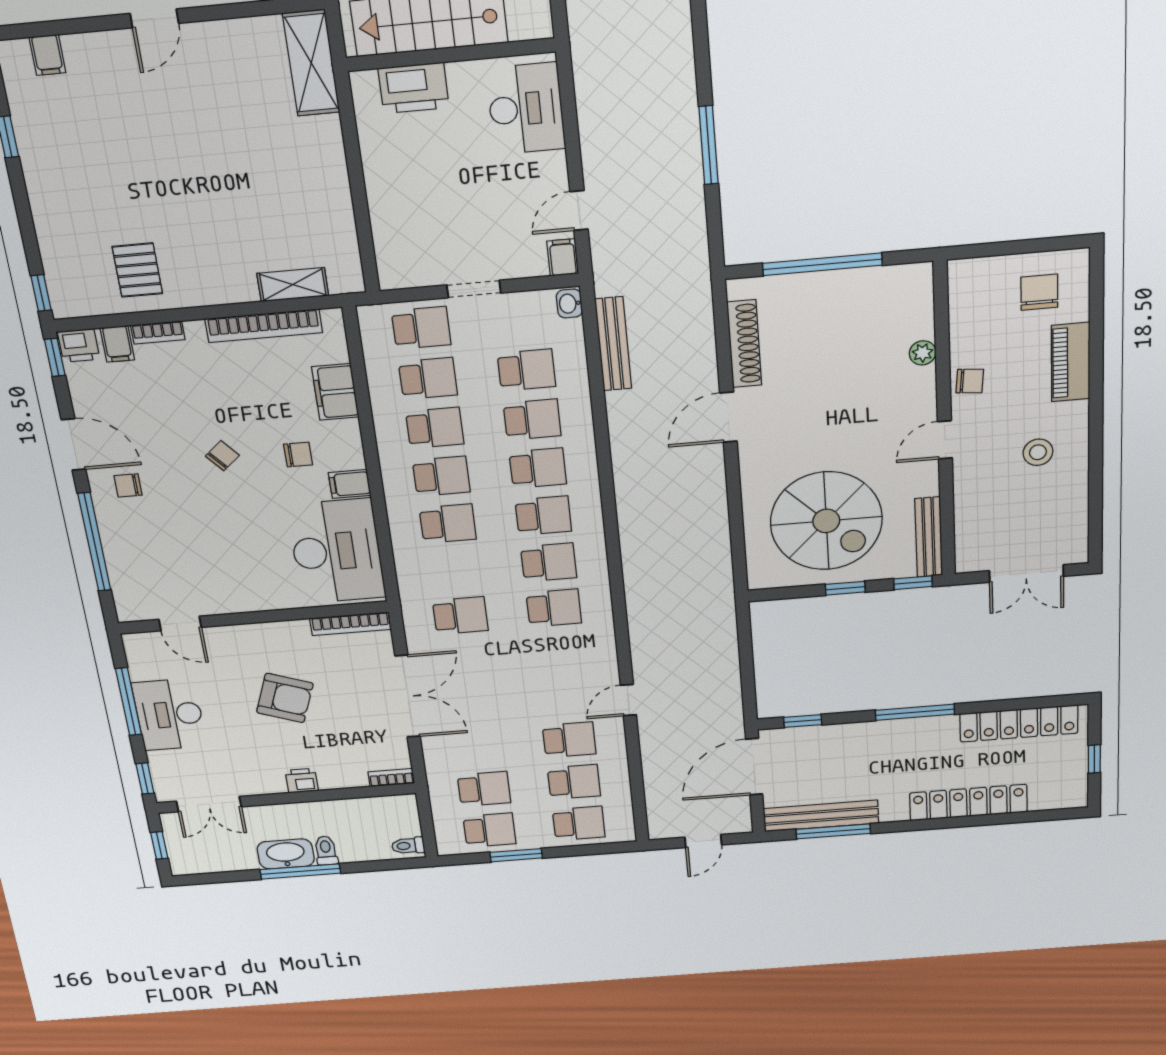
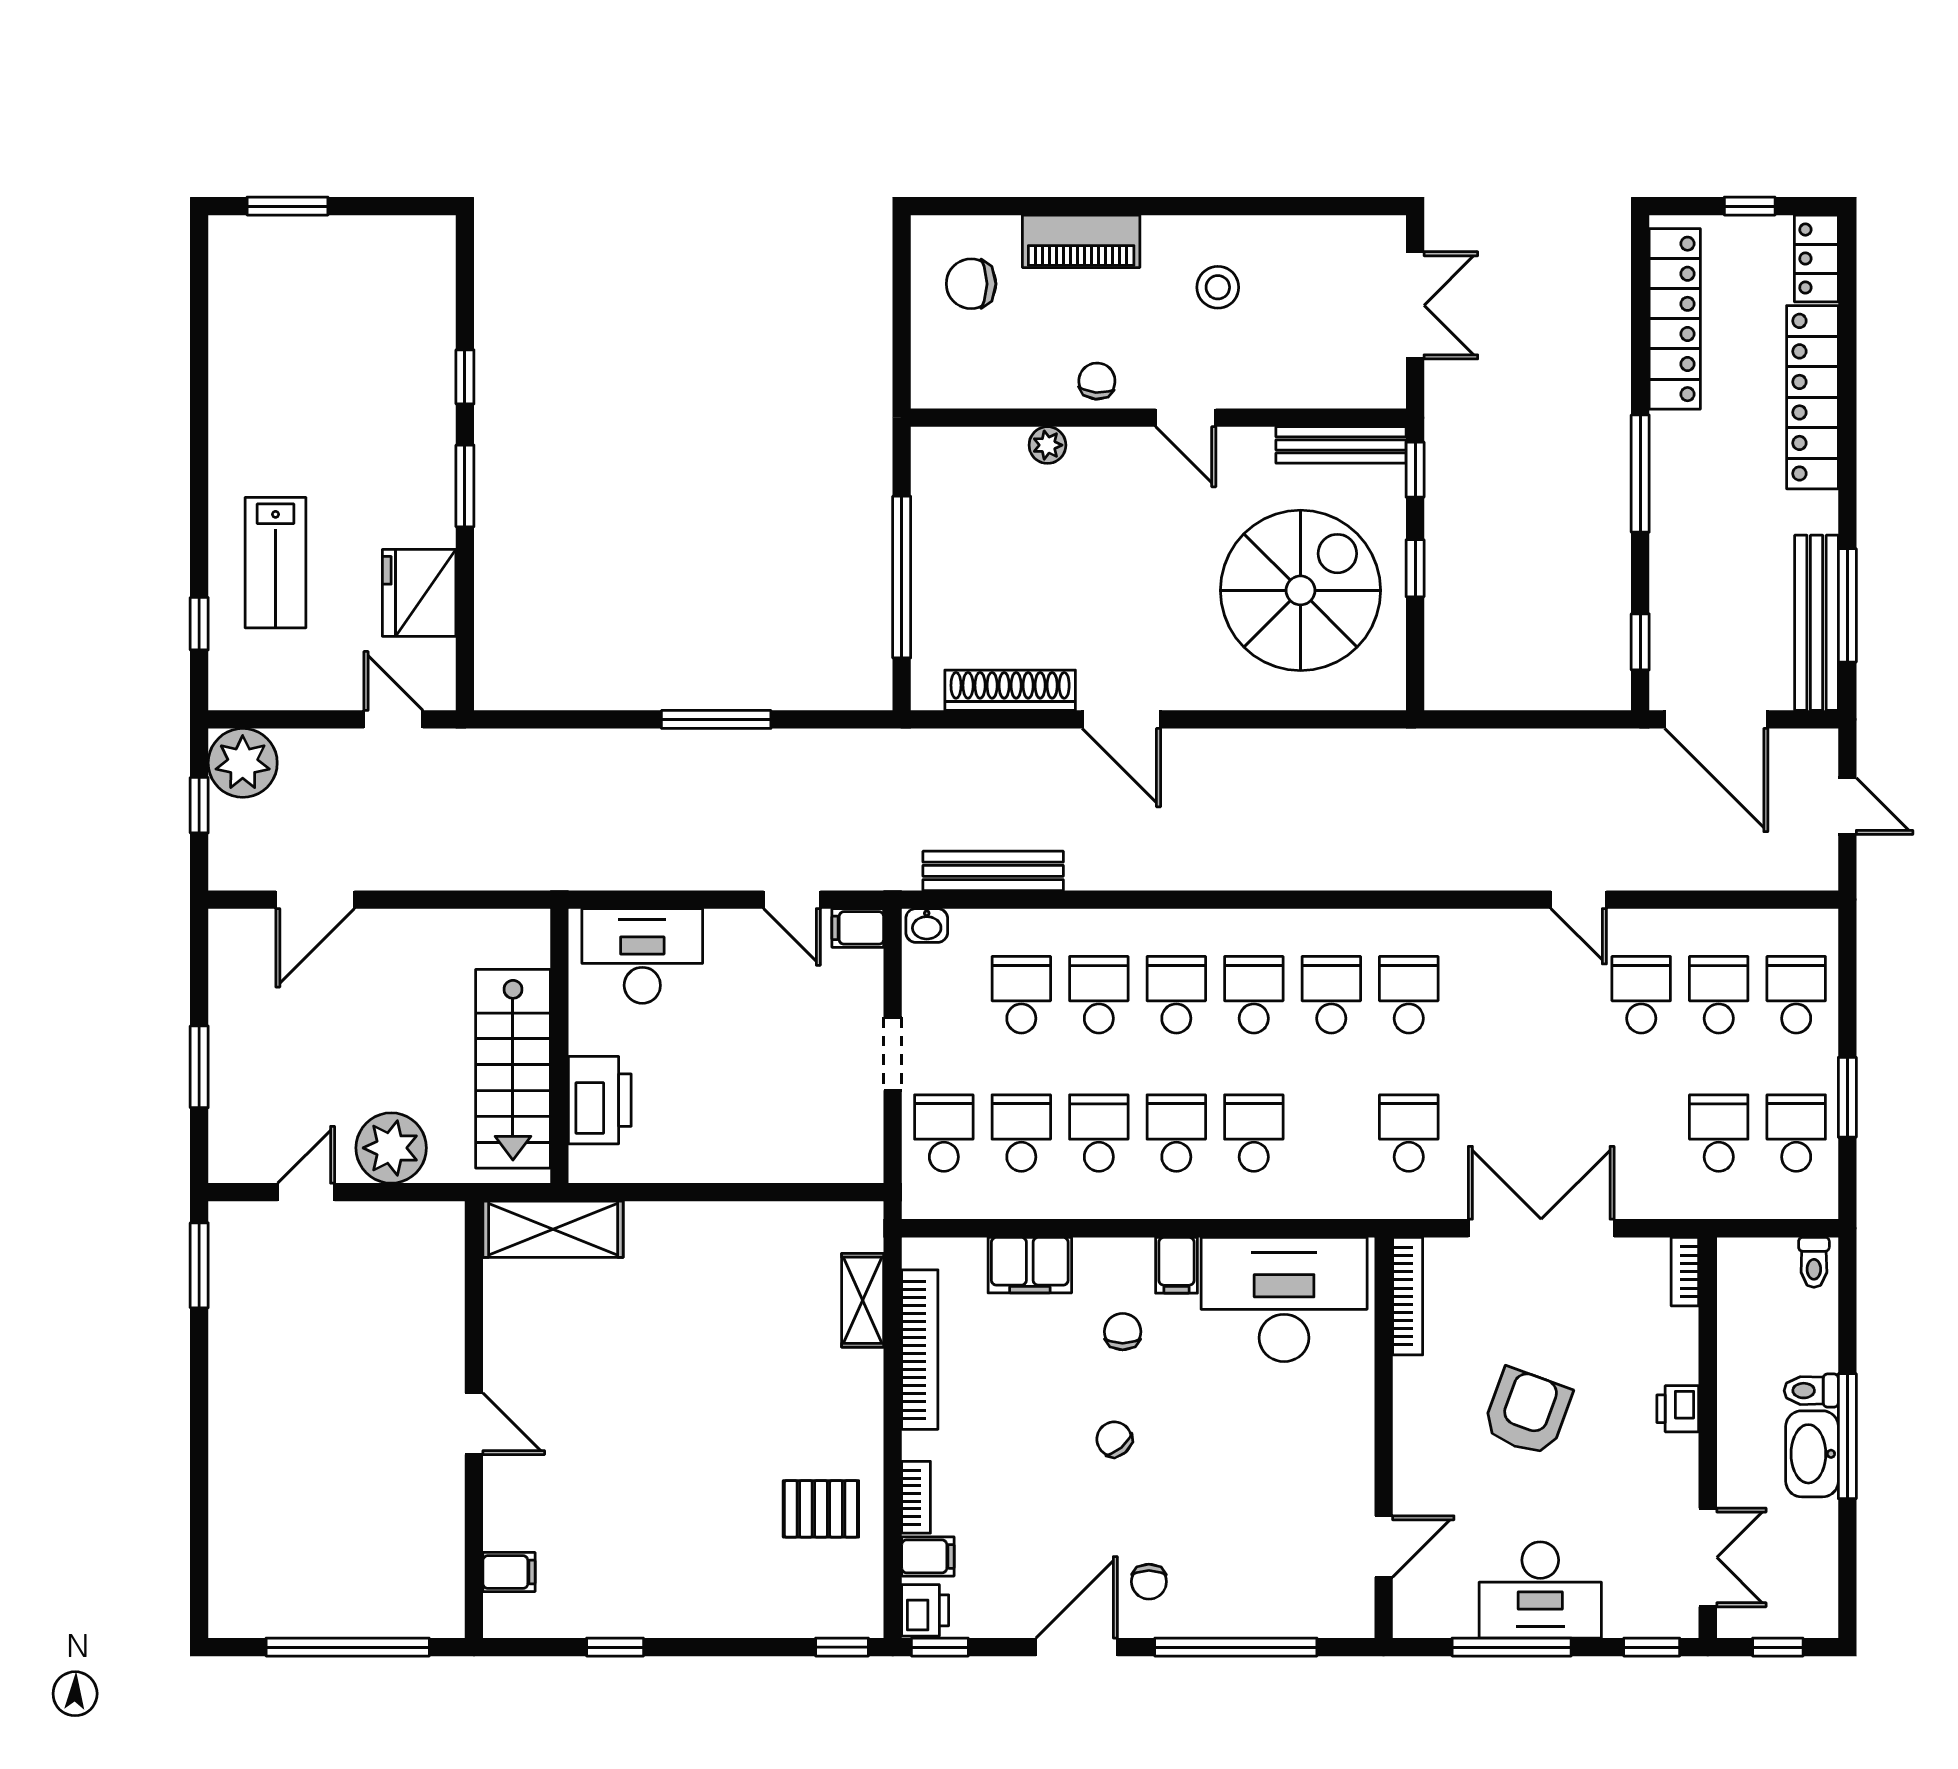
locker: (1060, 798) -> (1816, 259), added

